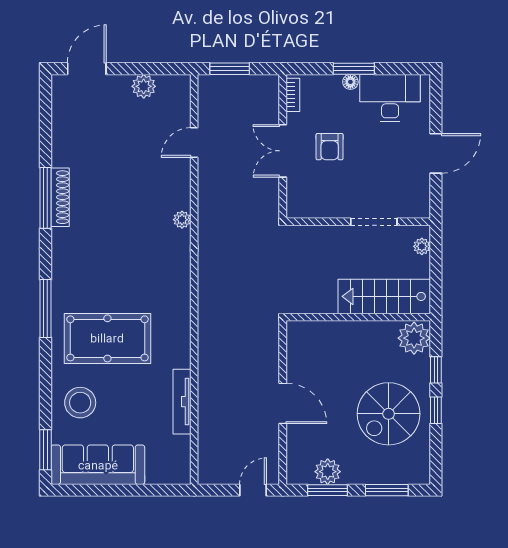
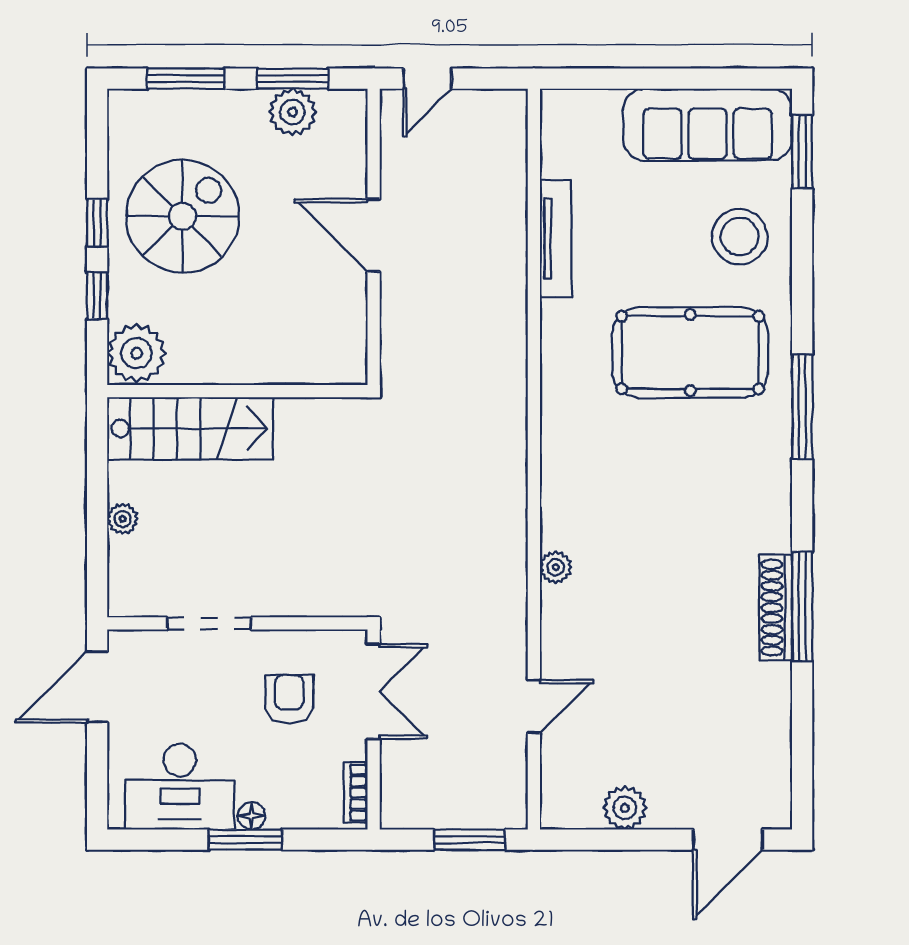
wall: (358, 222) -> (237, 623), moved
doorway: (374, 222) -> (209, 623), moved

